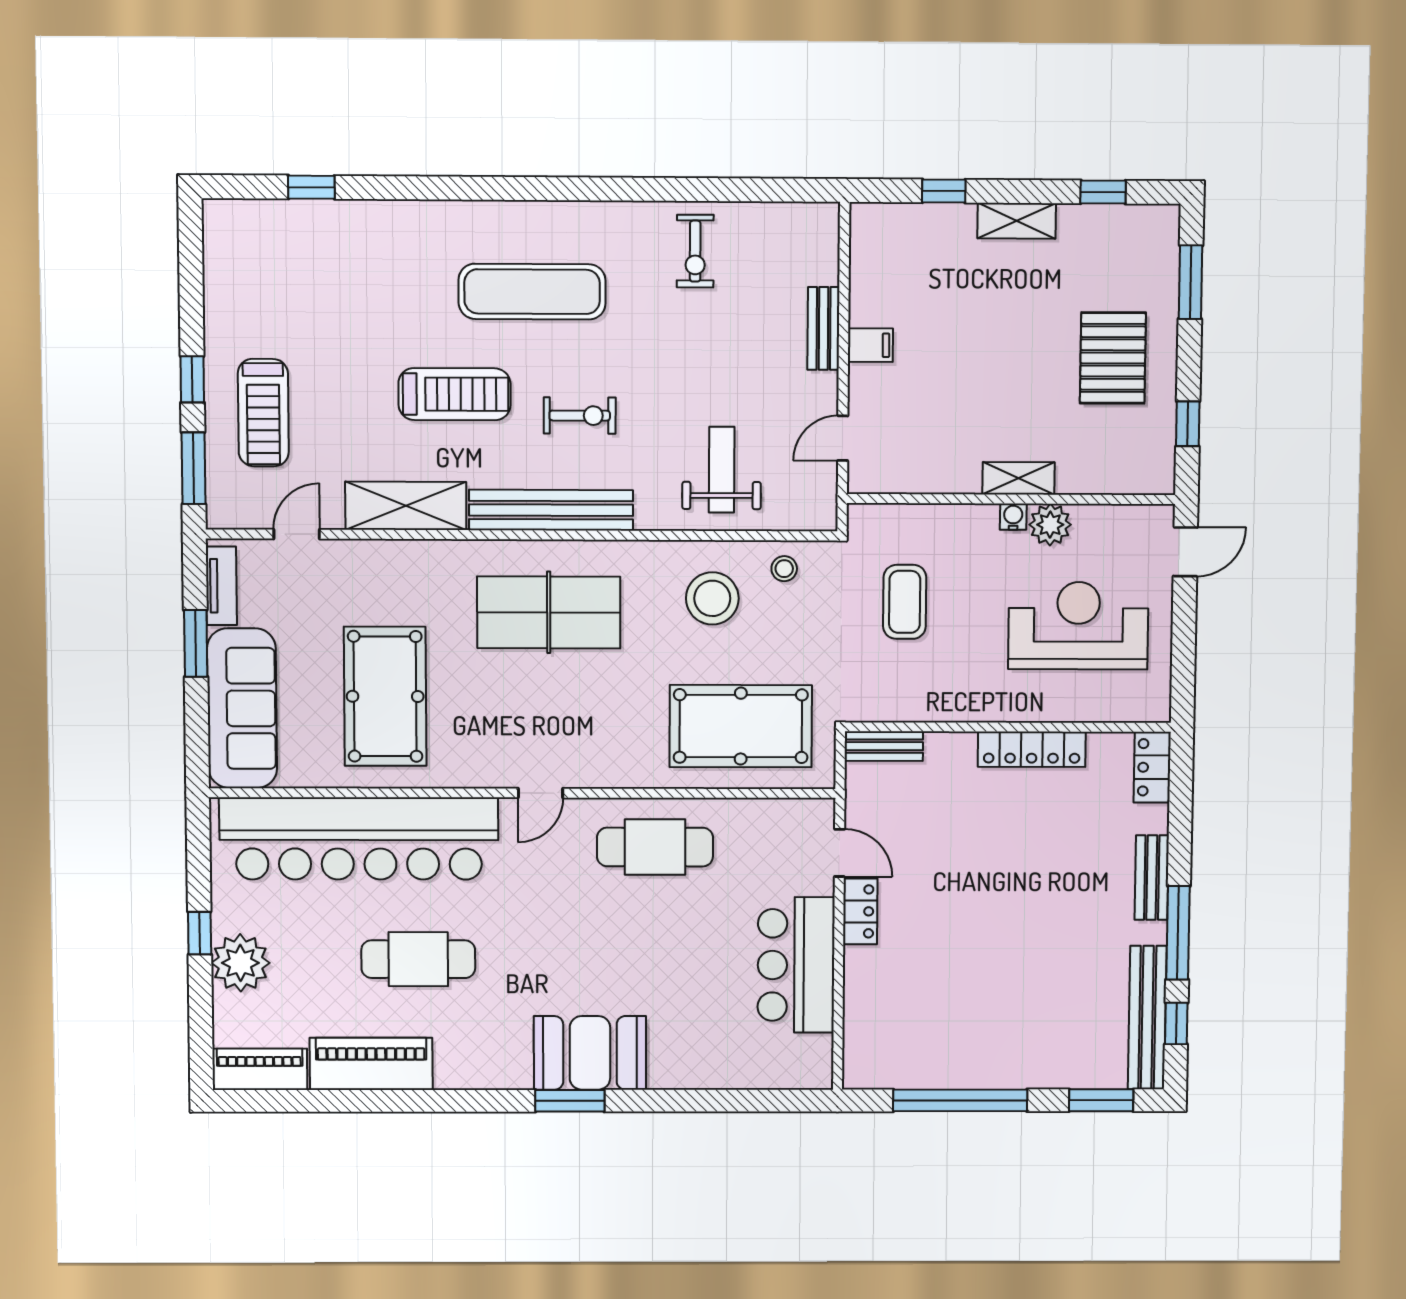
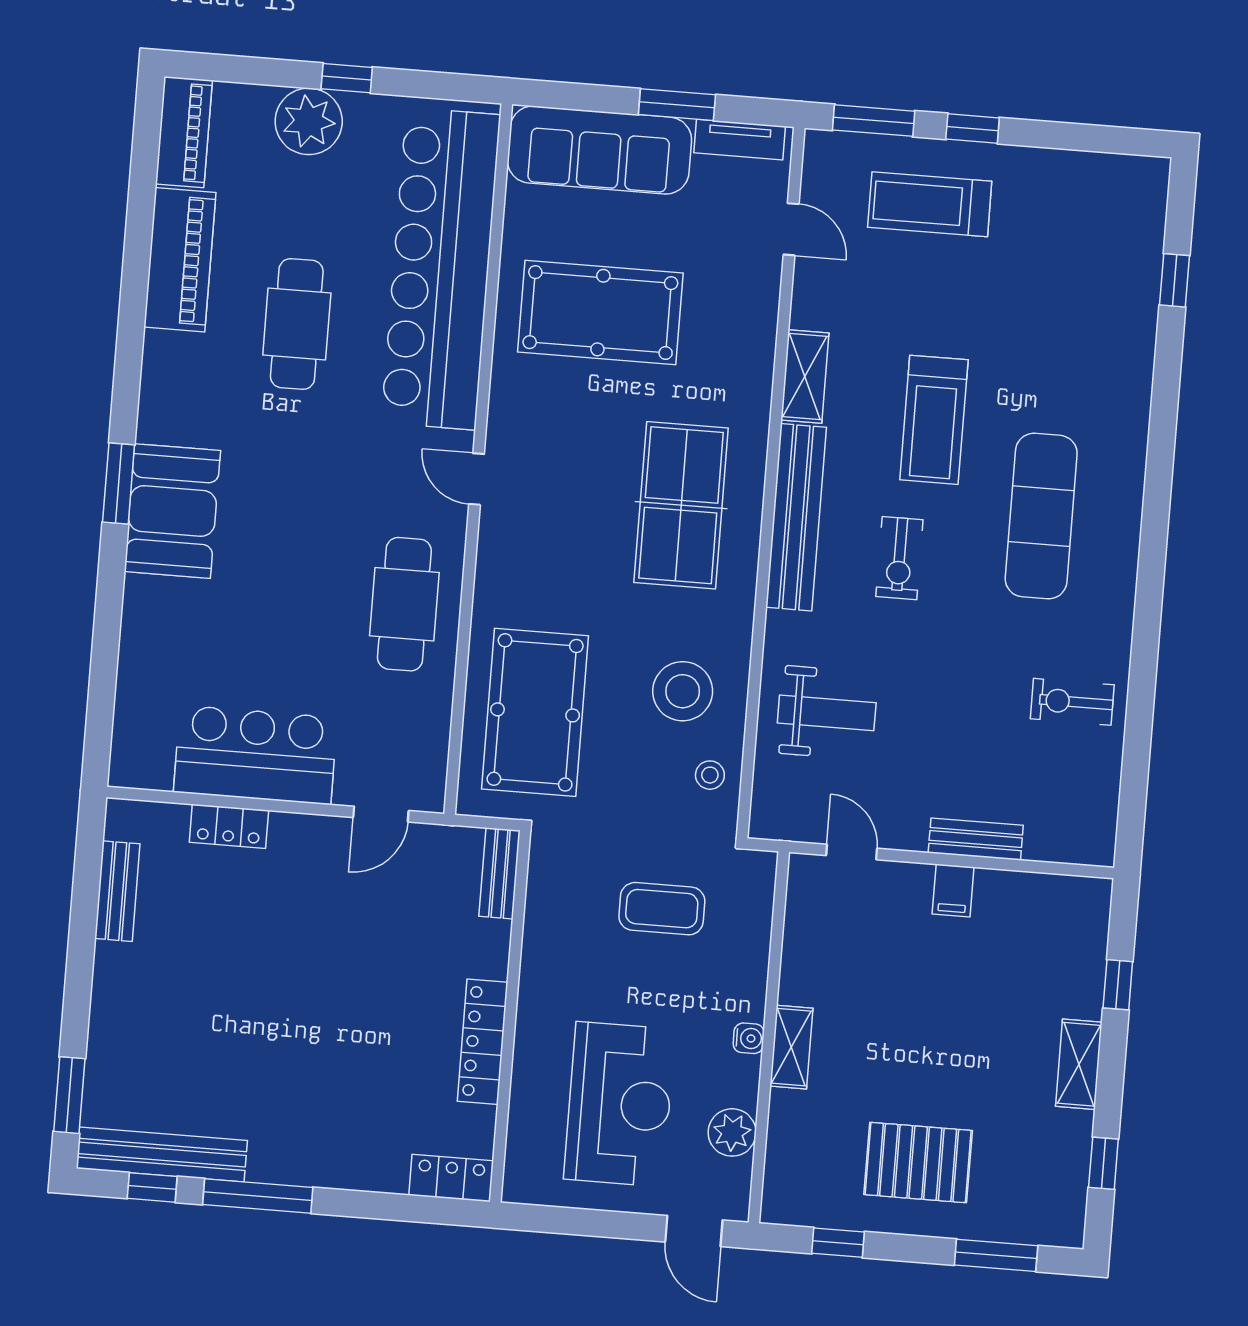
shelving: (406, 506) -> (805, 377), width x0.67, depth x0.75
plant: (1050, 525) -> (732, 1132), moved
bench: (1152, 878) -> (117, 891), moved, turned 90
locker: (860, 911) -> (229, 826), moved
window: (960, 1100) -> (82, 932), removed

